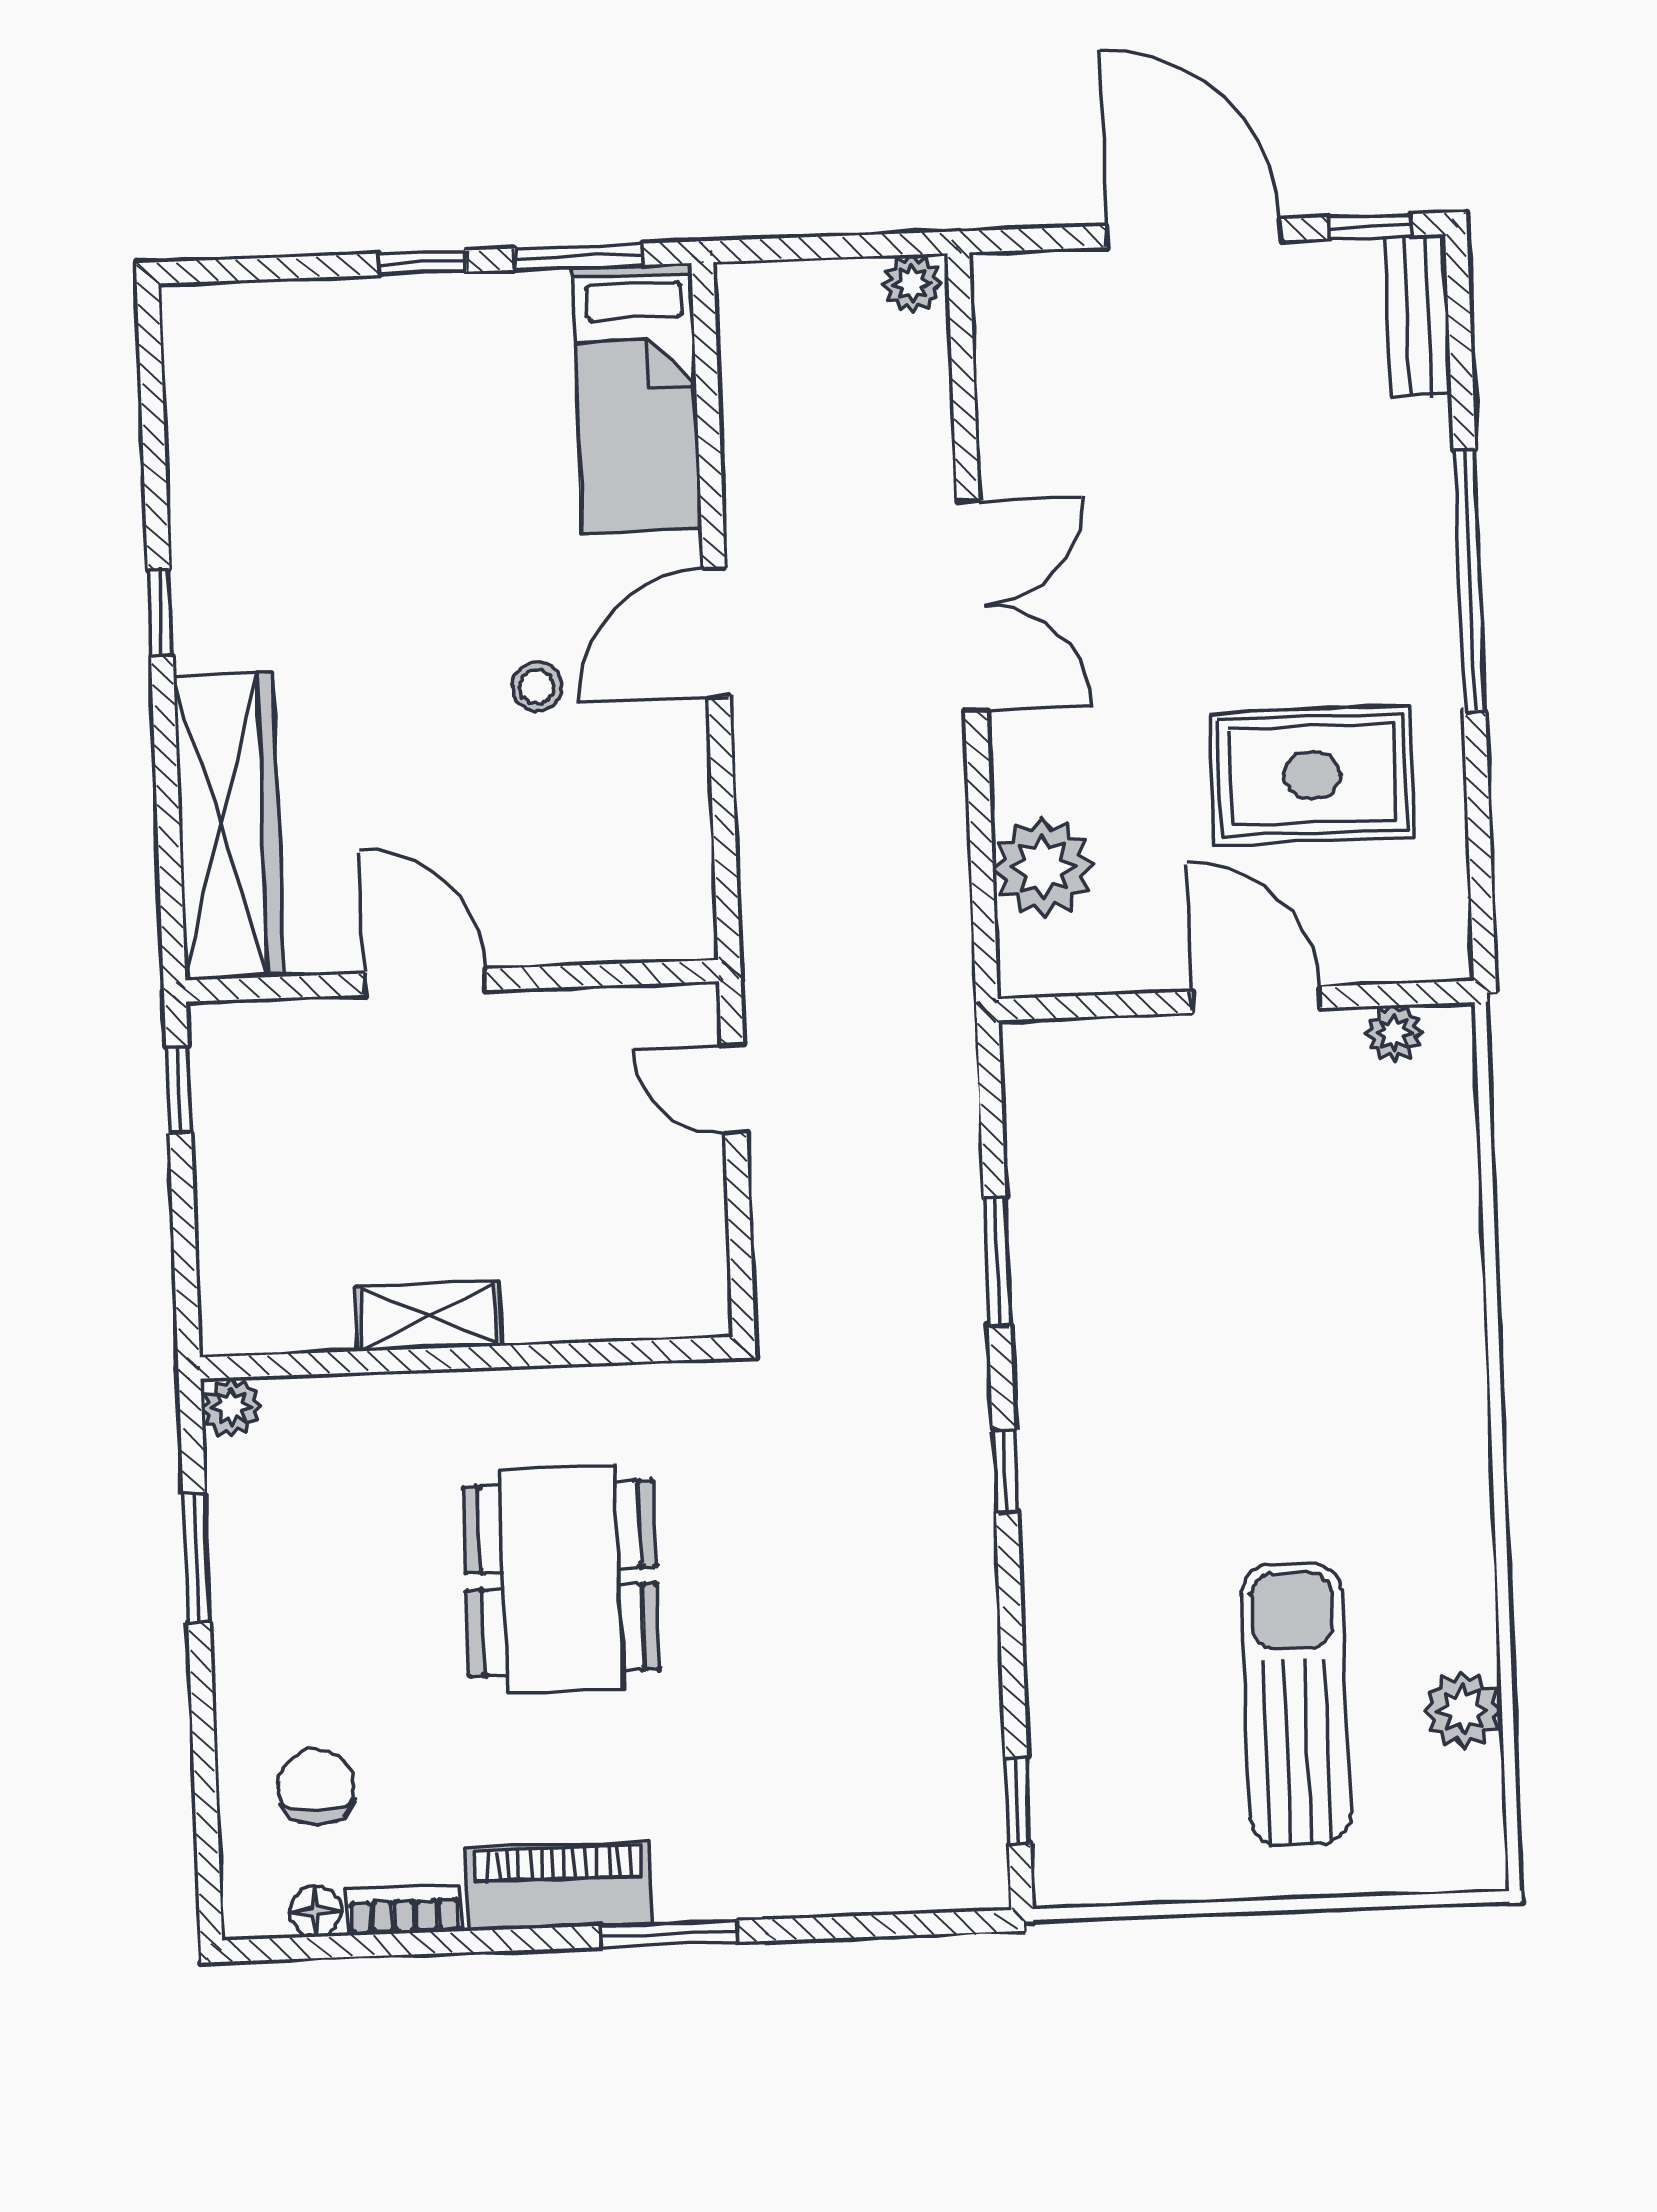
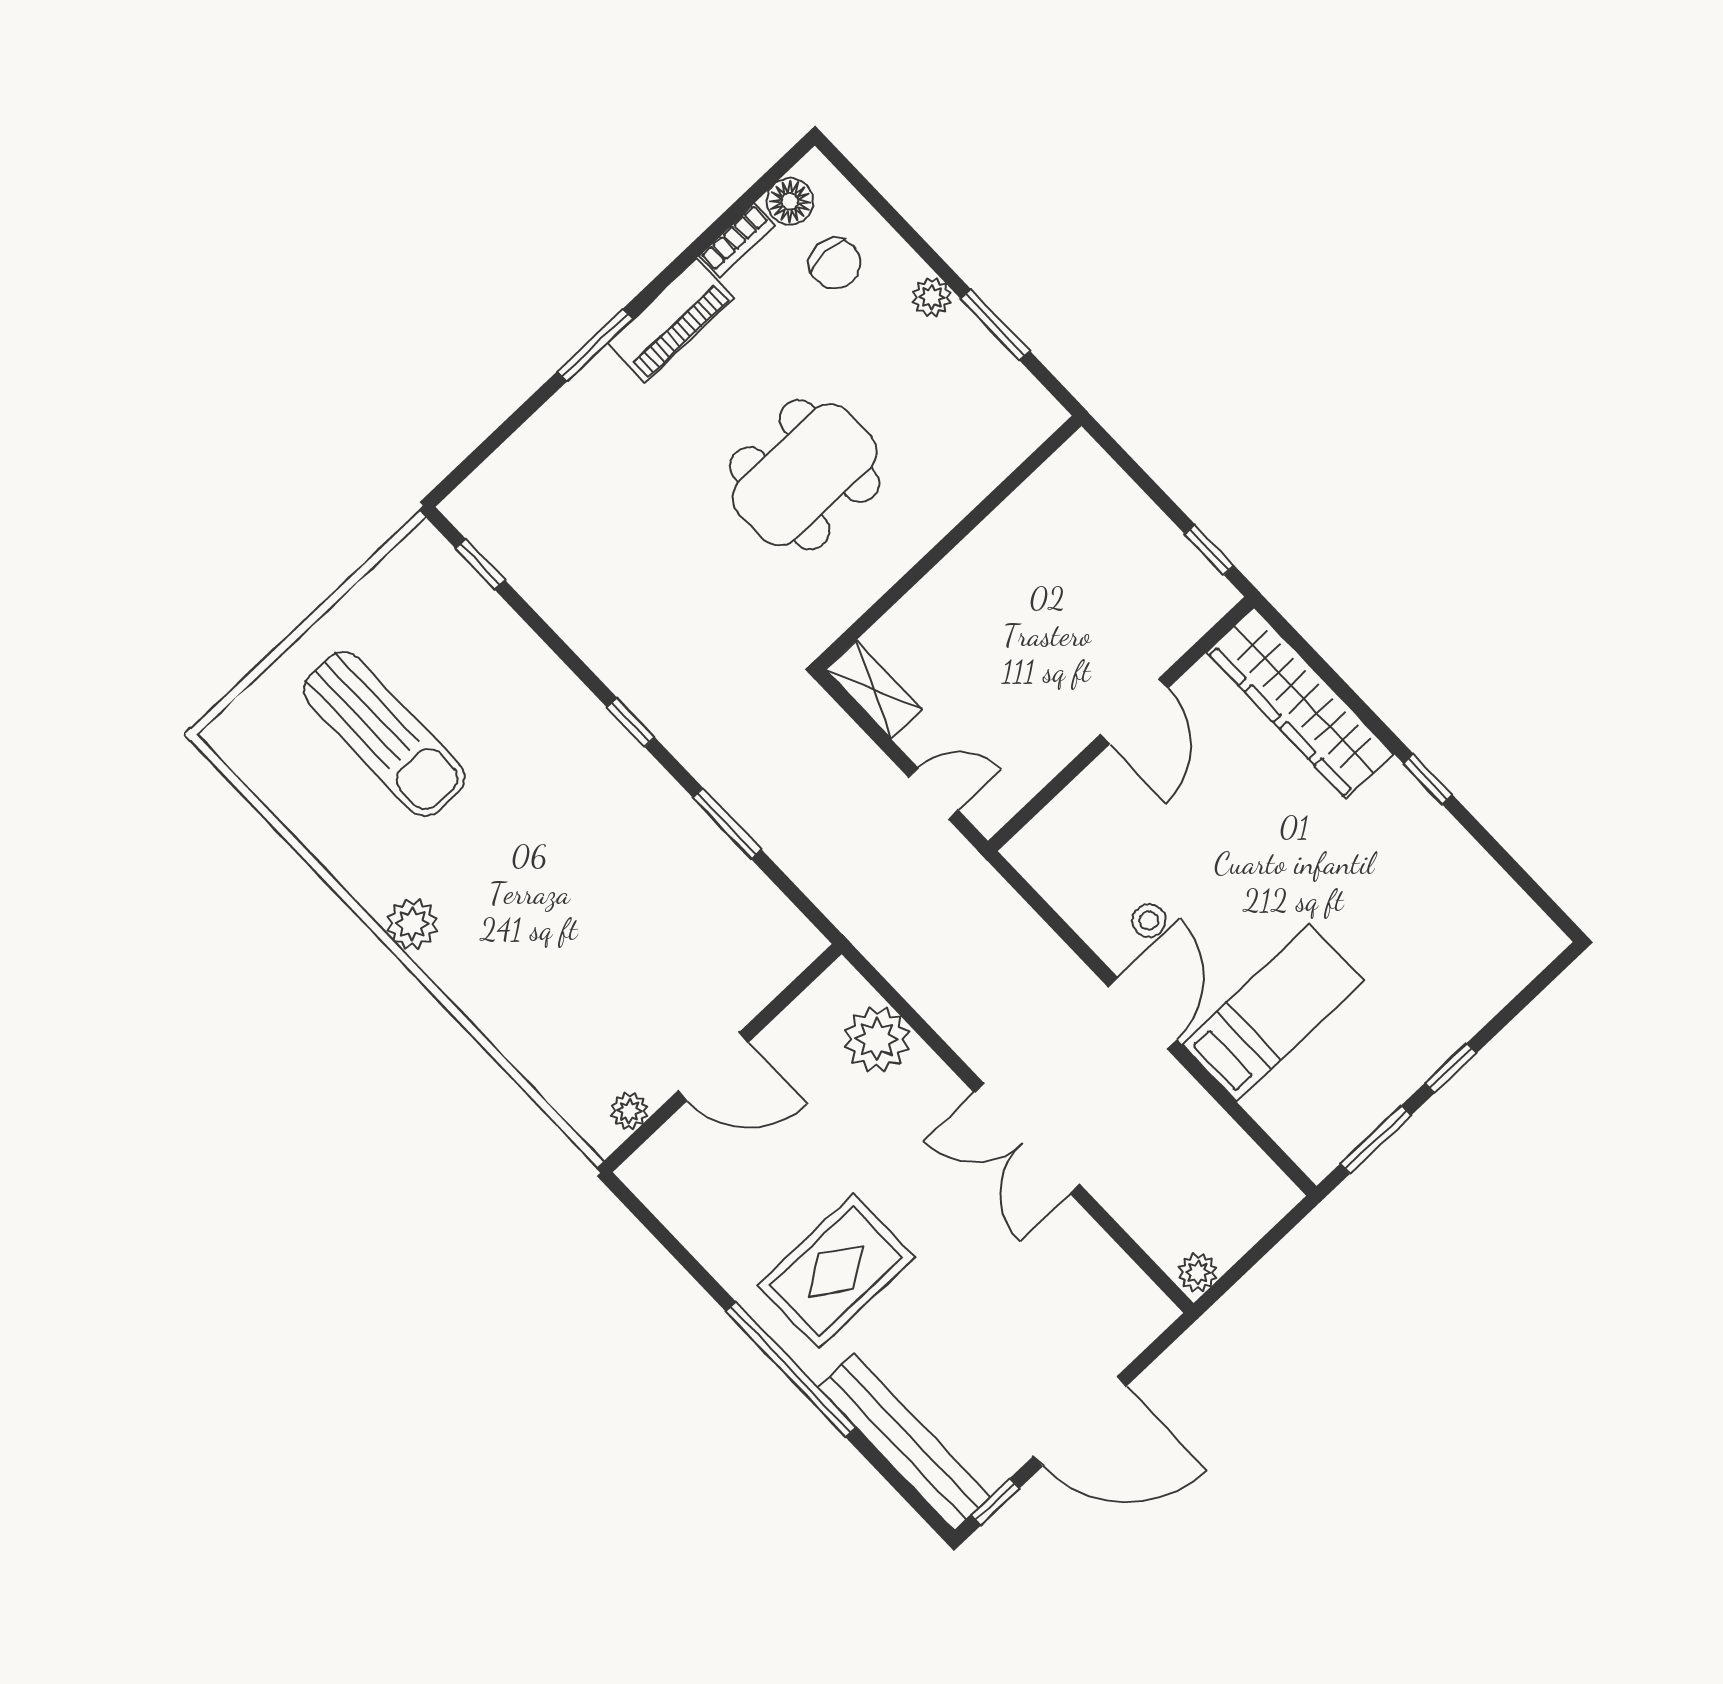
bench: (1418, 316) -> (904, 1442), width x1.86, depth x1.21
bed: (637, 398) -> (1273, 1013), moved, turned 90
stool: (537, 687) -> (1149, 920), moved
rug: (1312, 775) -> (836, 1271), moved
door: (425, 982) -> (1134, 711), hinge flipped
shelving: (428, 1316) -> (874, 690), moved, turned 90
plant: (231, 1407) -> (932, 297), moved
dining table: (561, 1578) -> (805, 475), turned 90
plant: (1463, 1710) -> (412, 924), moved
floor lamp: (316, 1911) -> (790, 201), width x1.37, depth x1.37

